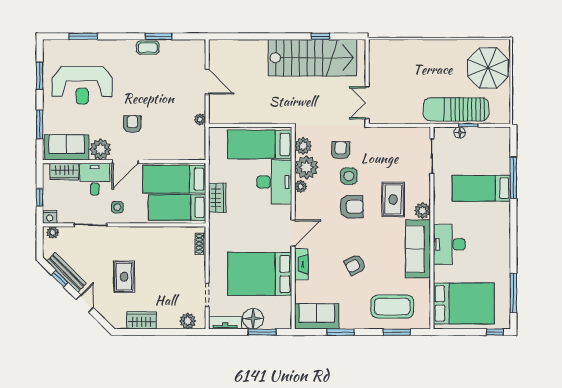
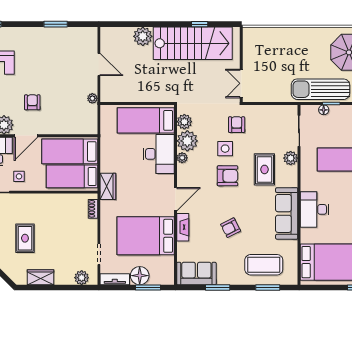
coffee table: (148, 48) -> (46, 34), removed
plant: (256, 50) -> (143, 36), added
armchair: (341, 150) -> (237, 125), moved
wardrobe: (217, 198) -> (108, 186), moved
plant: (422, 211) -> (291, 158), moved

